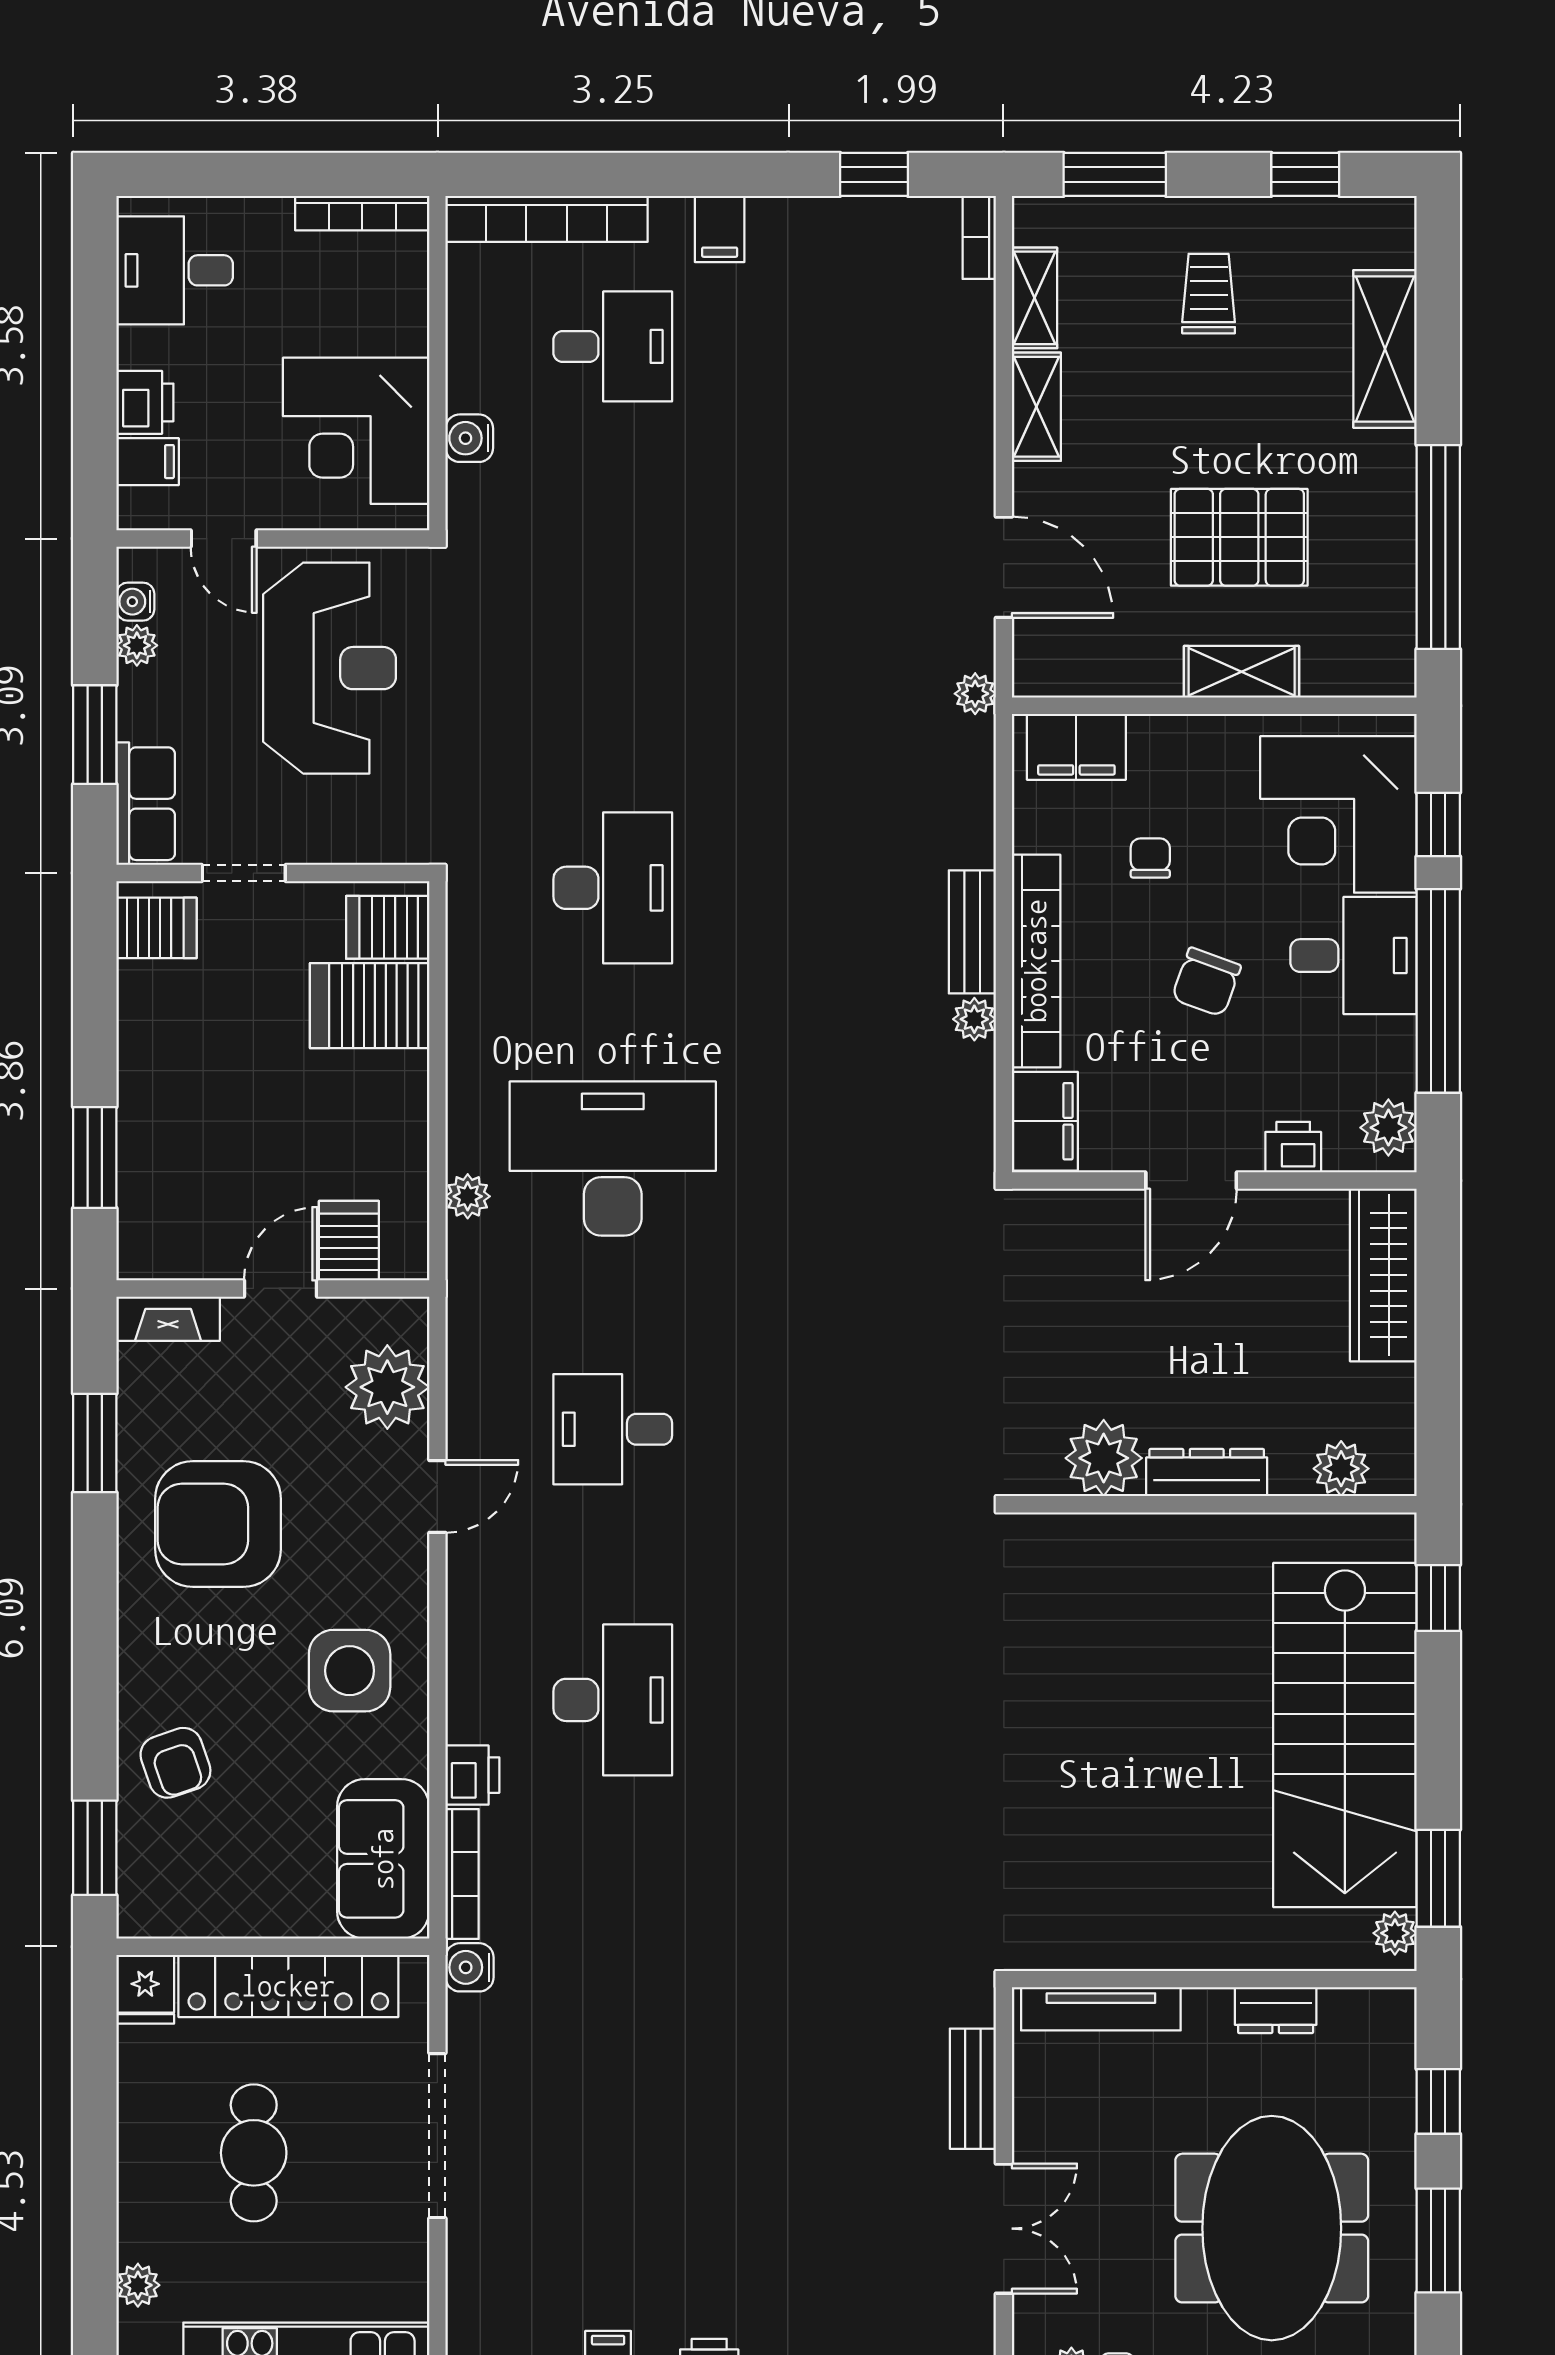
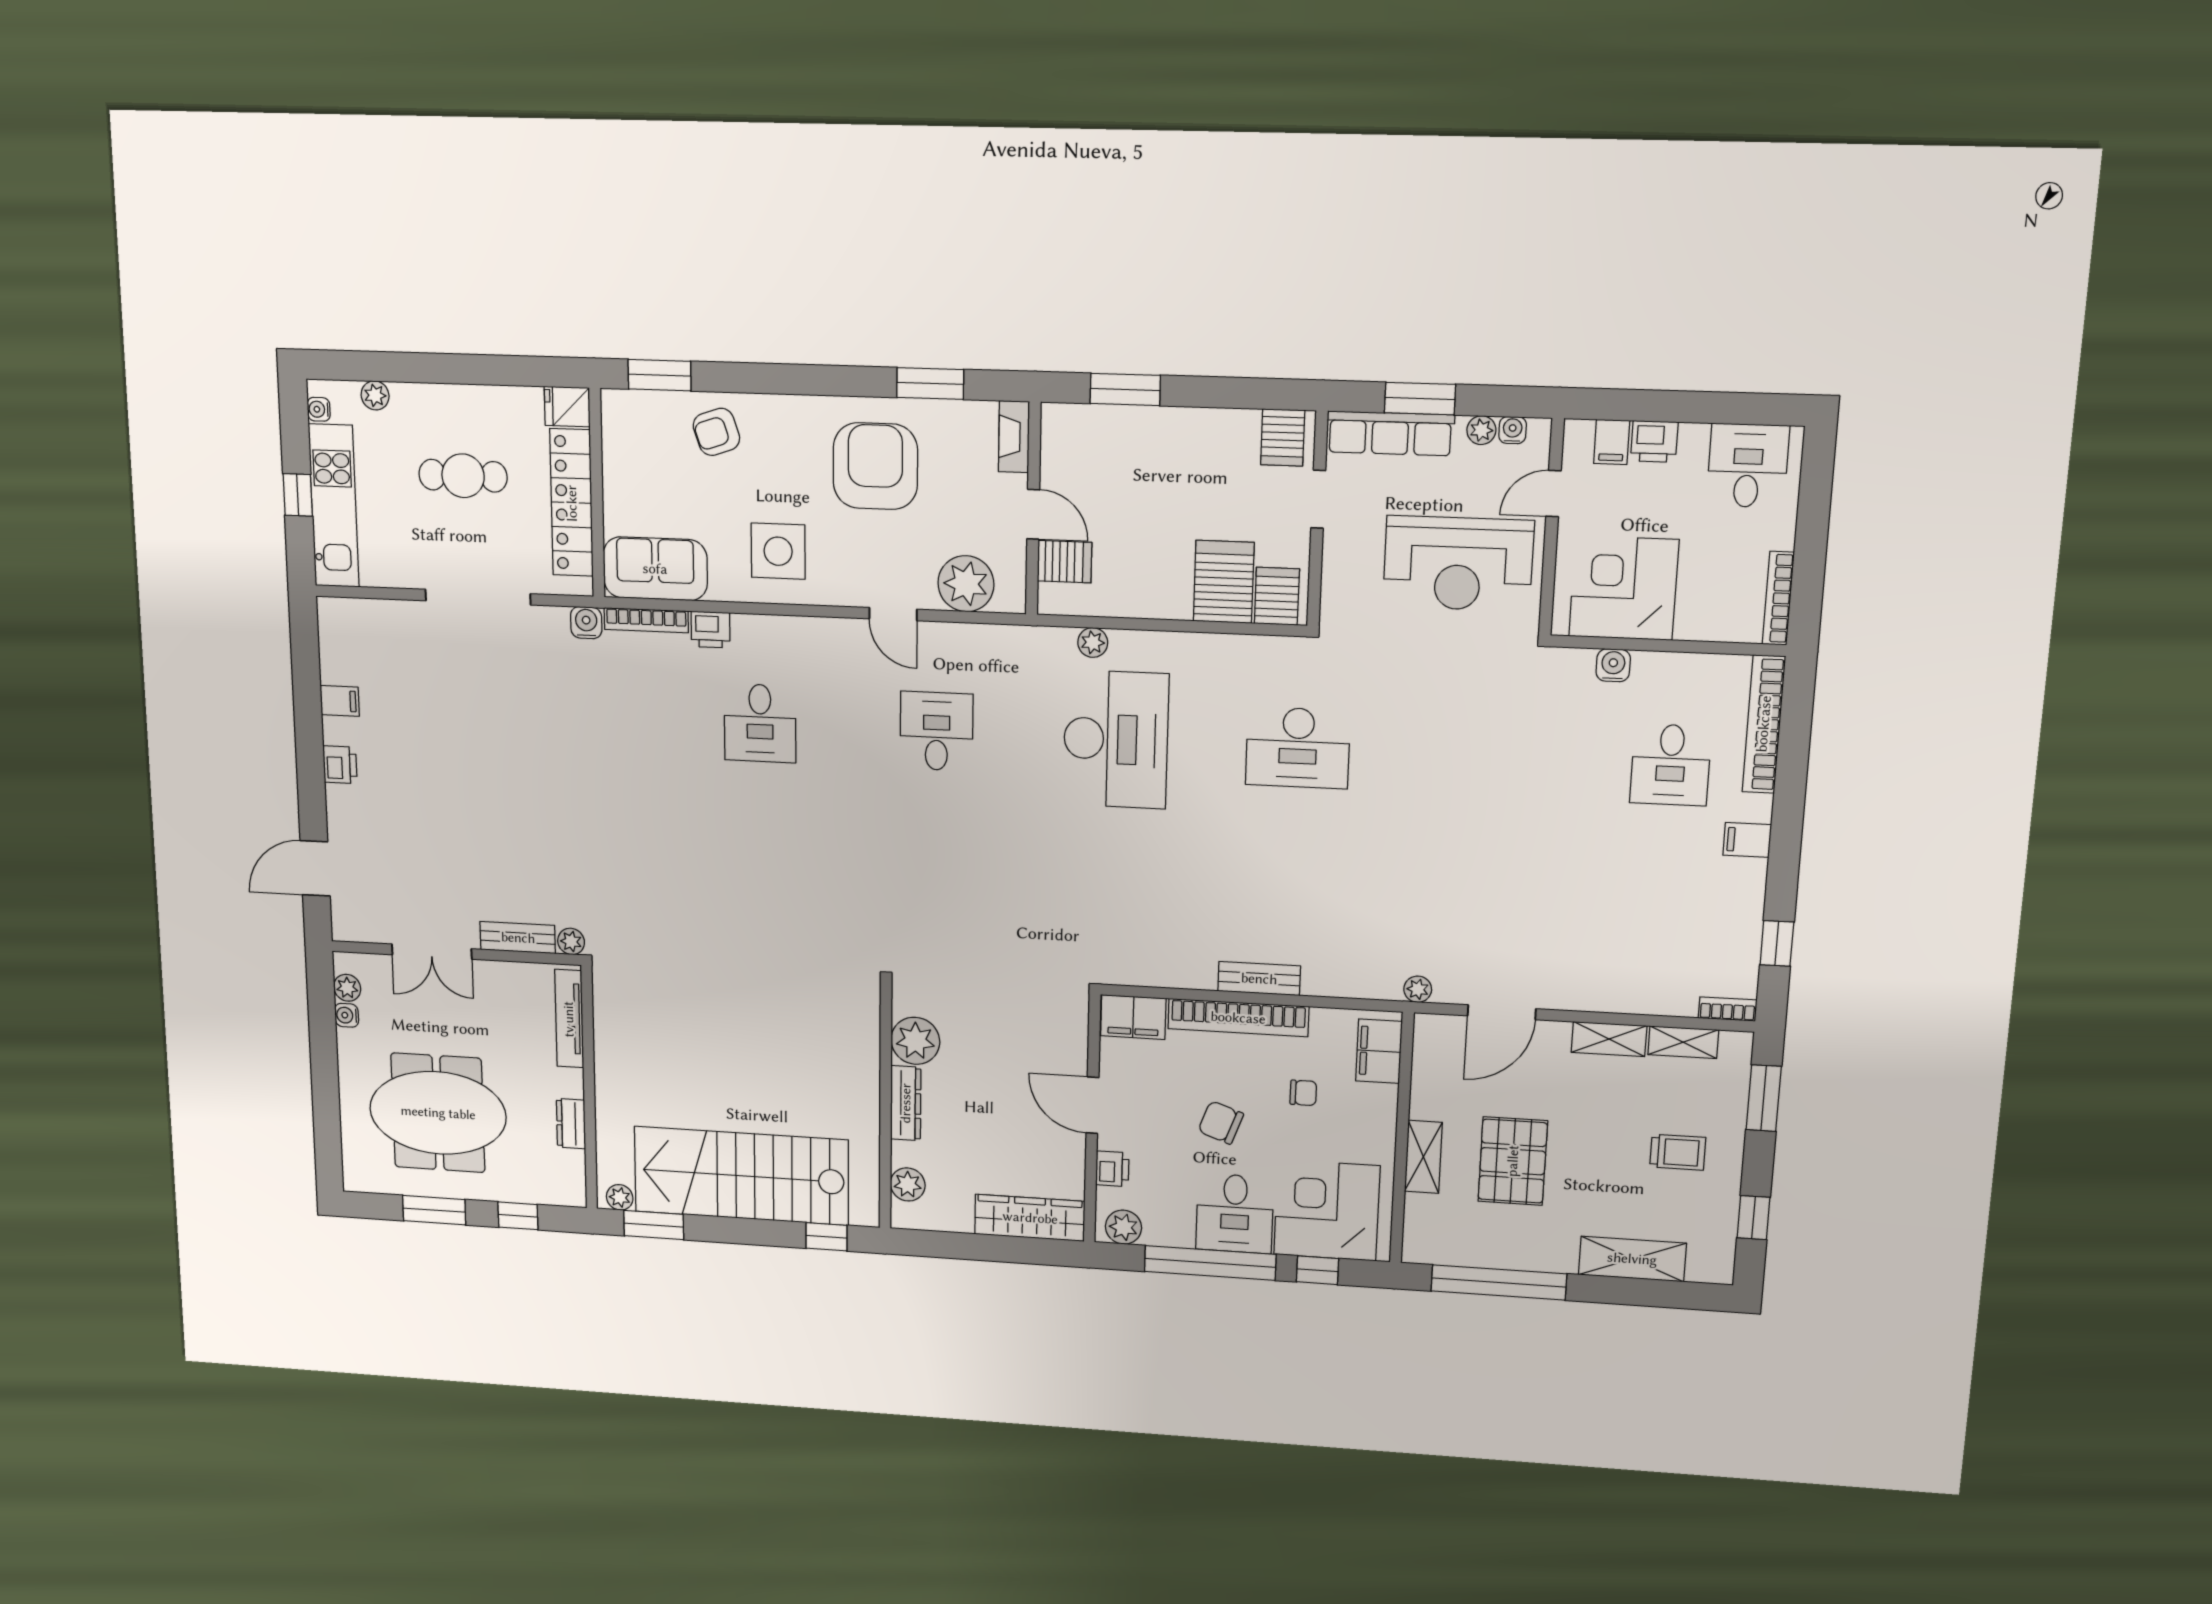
row of seats: (146, 804) -> (1390, 433), width x1.48
plant: (974, 1019) -> (571, 941), moved
desk: (613, 1700) -> (760, 723), width x0.73

